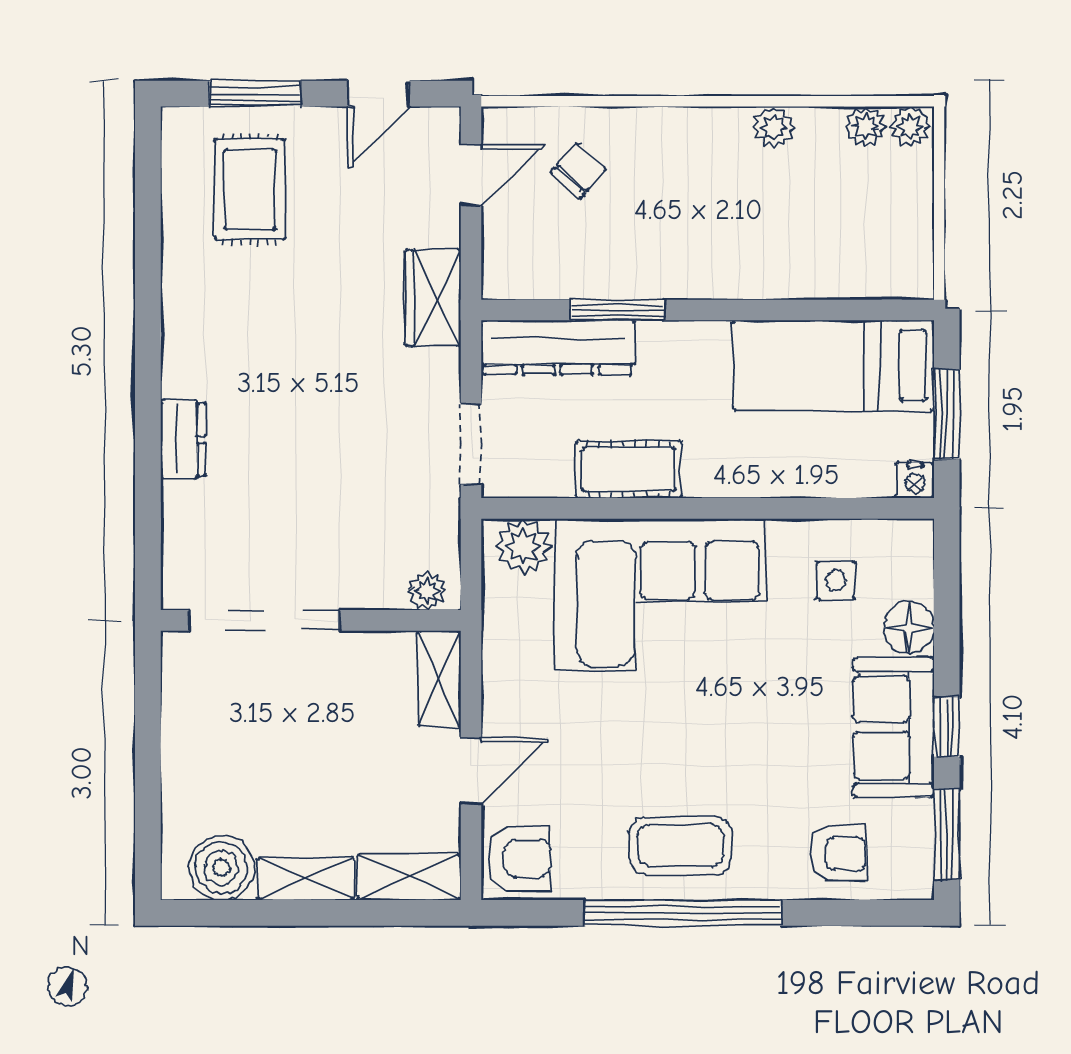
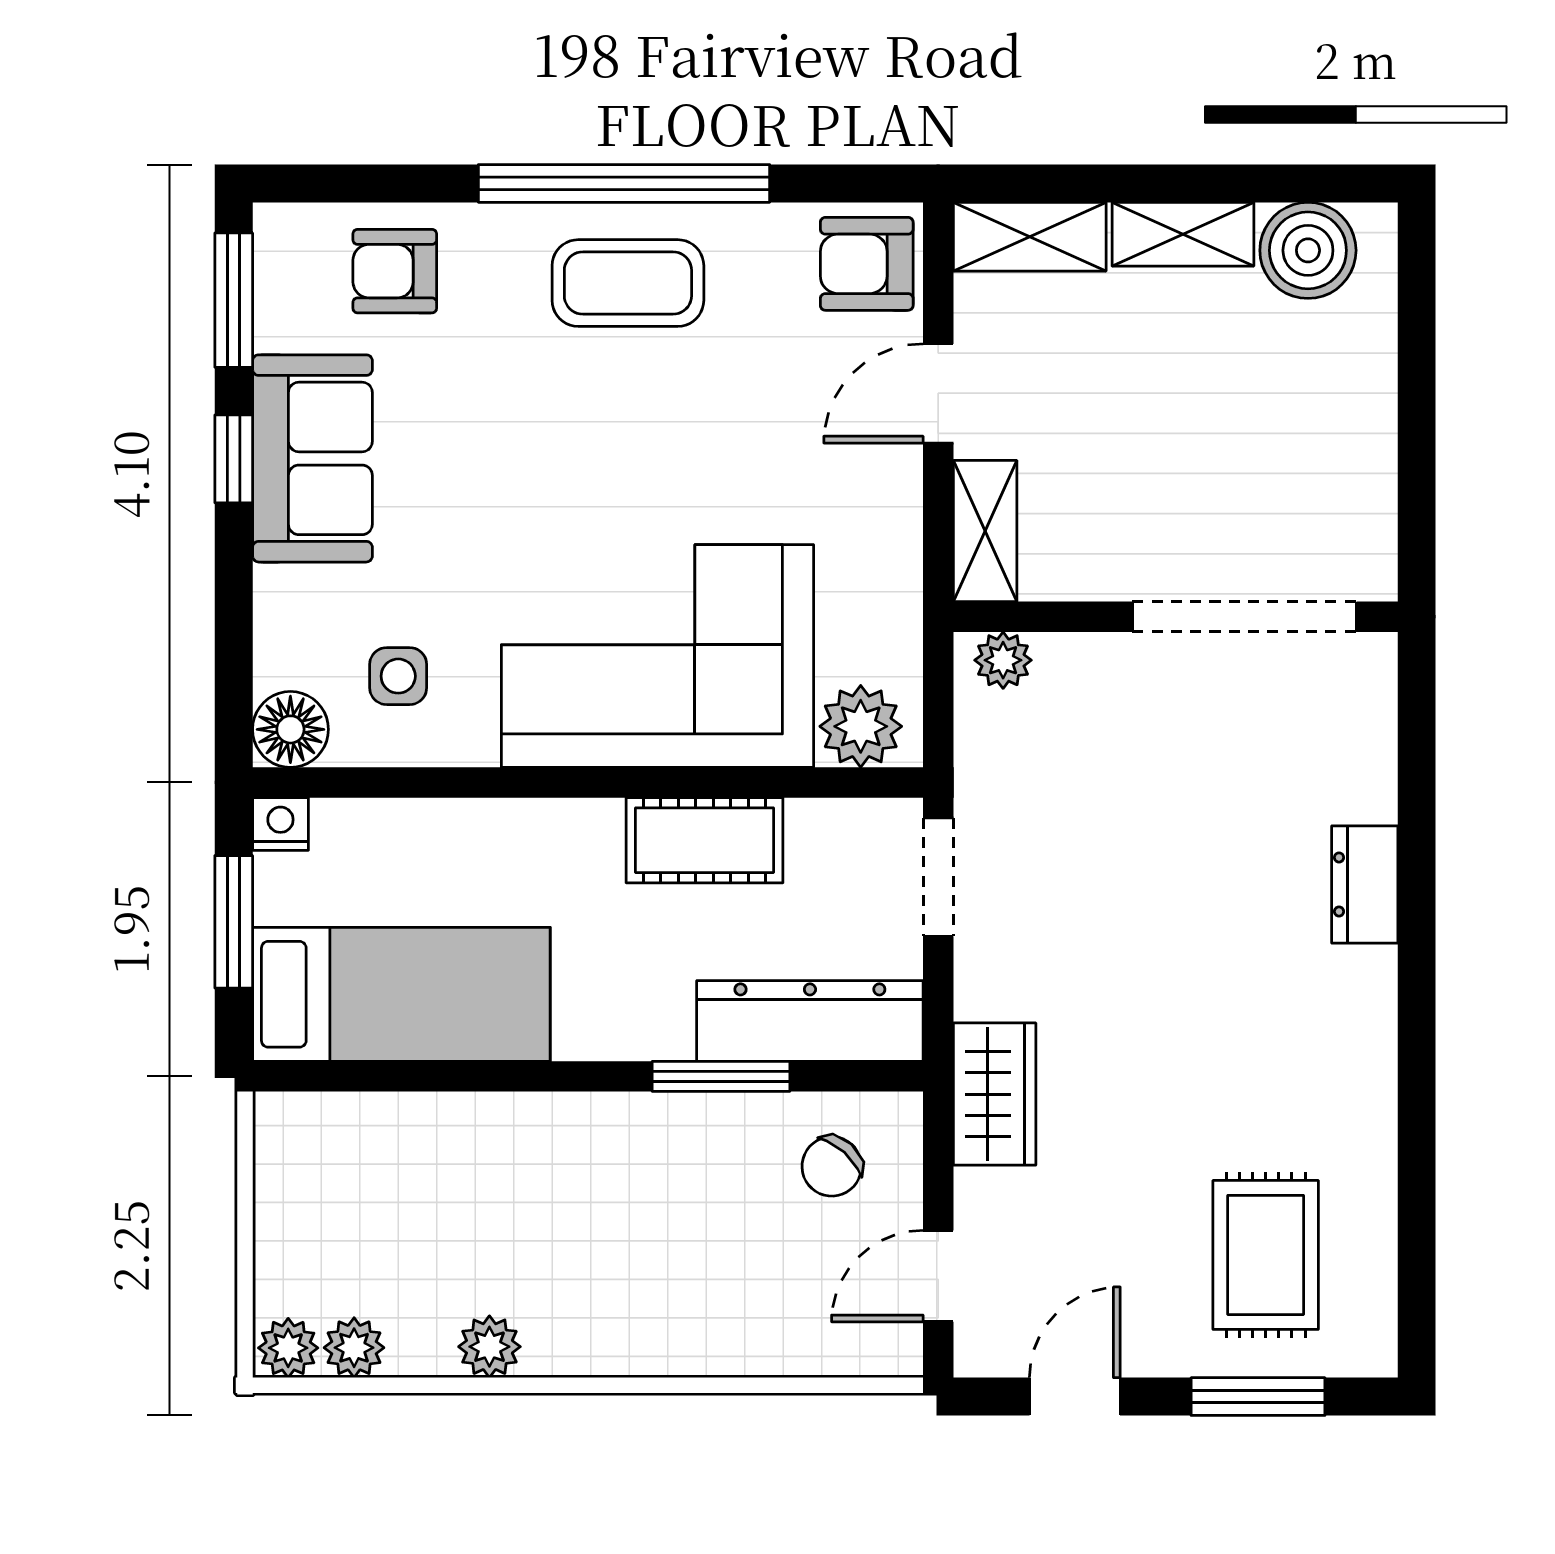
chair: (579, 170) -> (832, 1166), moved
floor lamp: (908, 628) -> (290, 729), moved

